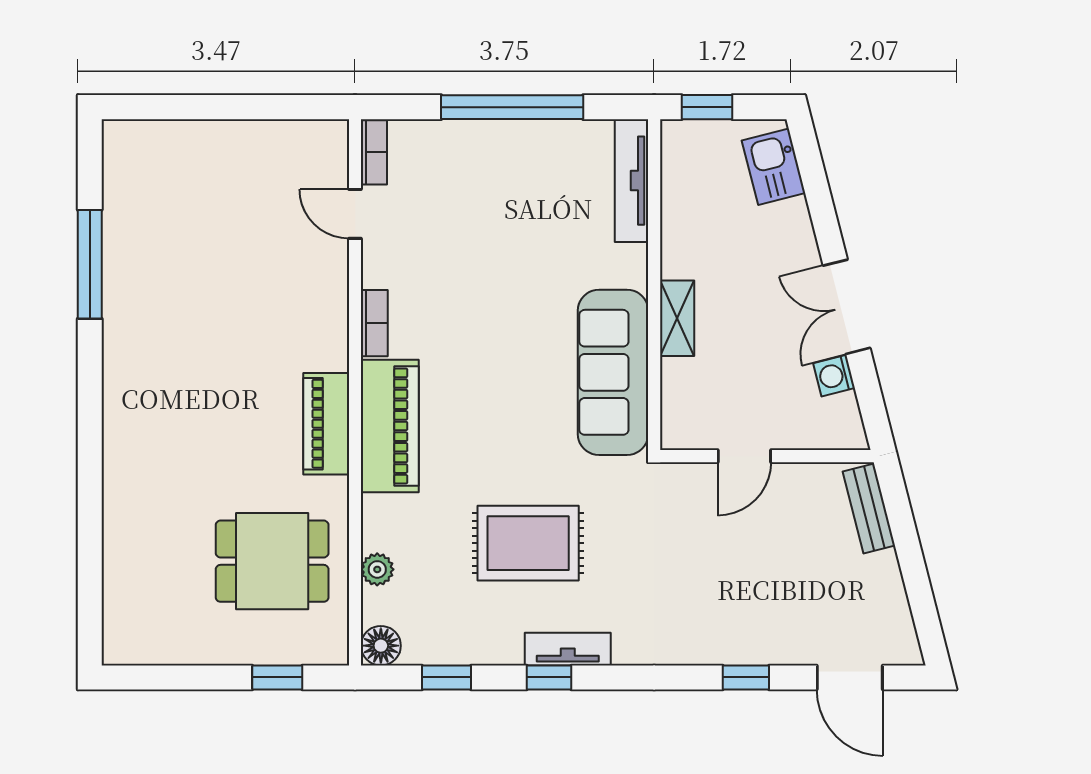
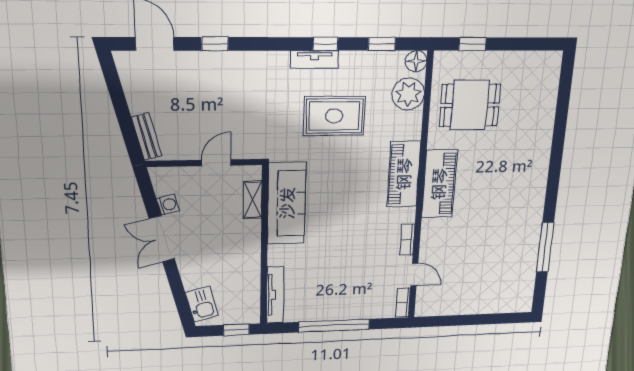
double door: (847, 307) -> (162, 239), swing flipped
shelving: (677, 318) -> (253, 200), moved
bookcase: (374, 323) -> (407, 240), moved
piano: (326, 424) -> (439, 184), width x1.37, depth x1.33
plant: (377, 569) -> (408, 94), width x1.88, depth x1.88

